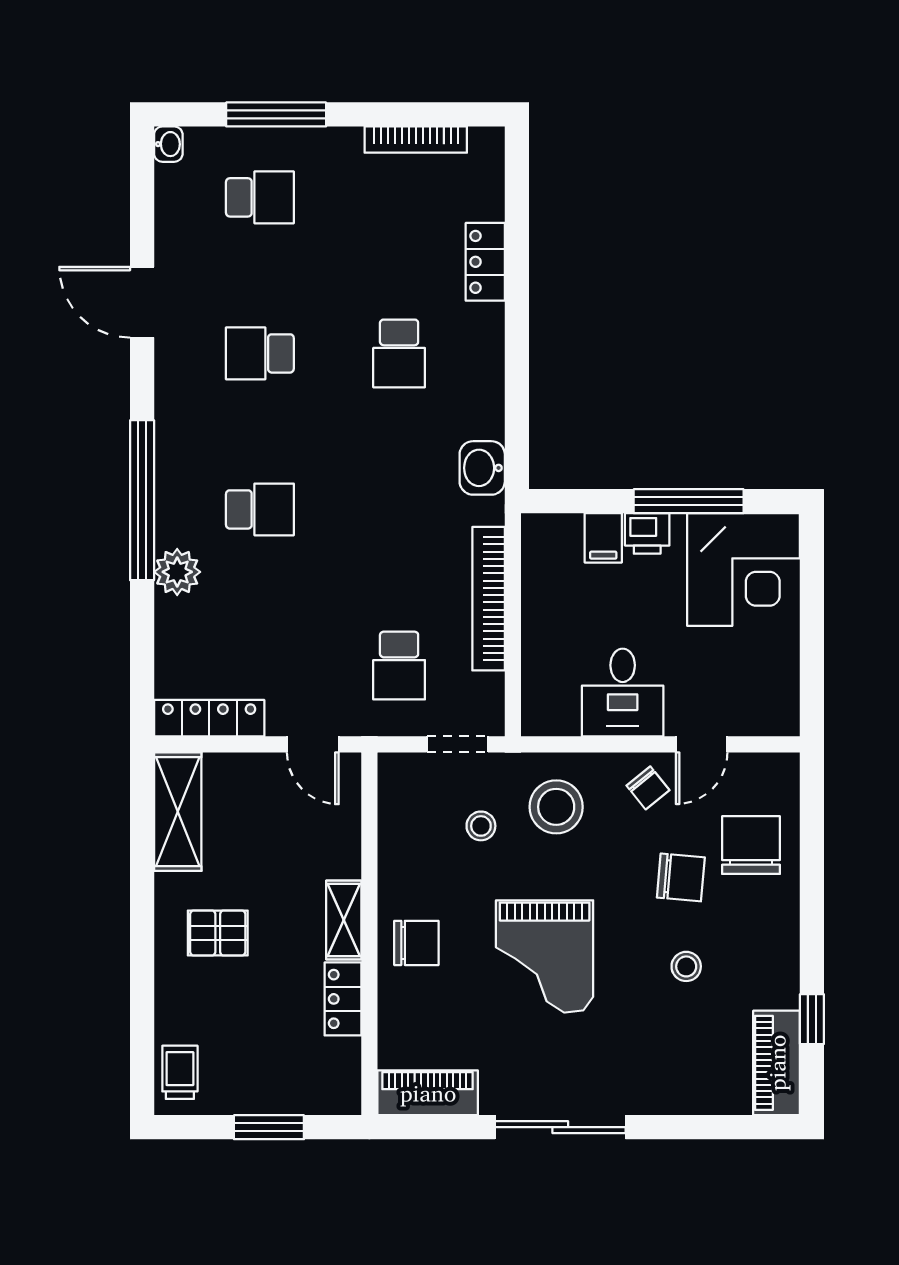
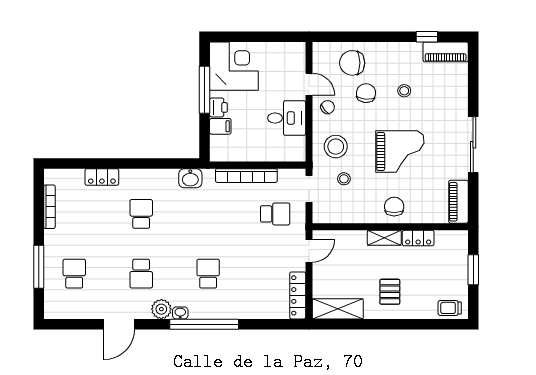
washbasin: (168, 144) -> (180, 313), moved
school desk: (399, 353) -> (141, 214), turned -90
plant: (177, 572) -> (161, 309), moved

